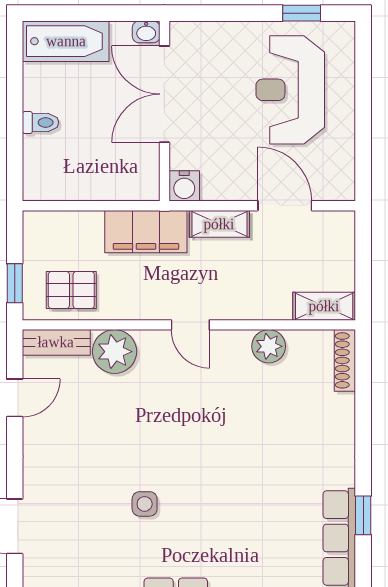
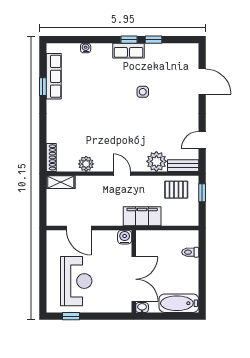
toilet: (40, 122) -> (190, 252), moved
shelving: (219, 224) -> (109, 220), removed

